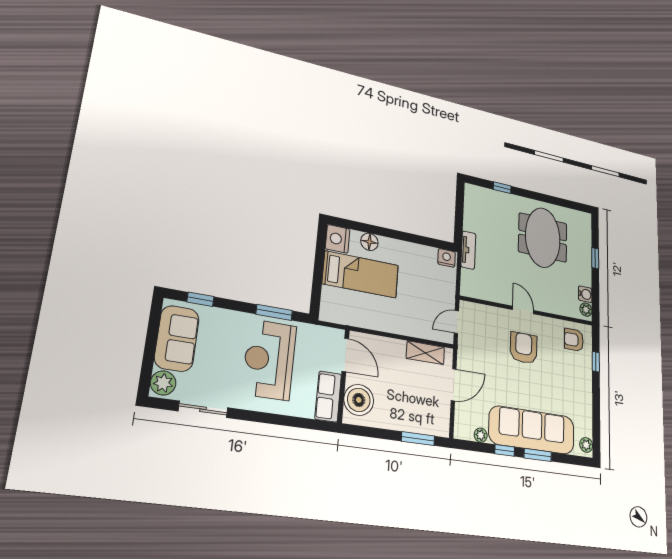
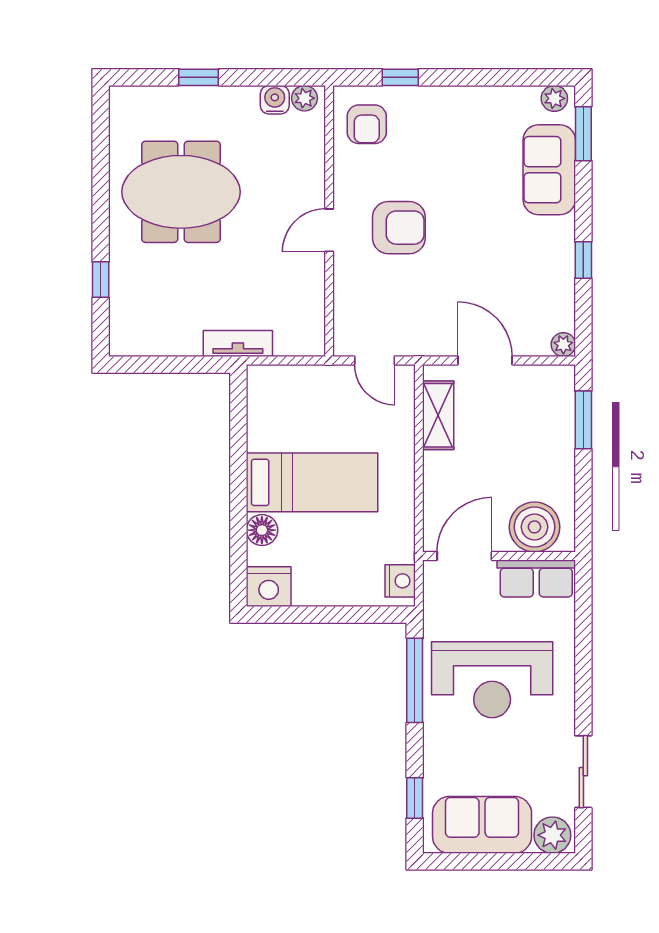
nightstand: (447, 258) -> (400, 581), moved, turned 180
bed: (361, 274) -> (312, 482), moved, turned 90
window: (274, 312) -> (415, 680), width x1.44
armchair: (524, 348) -> (399, 228), turned 180
sofa: (532, 430) -> (549, 170), width x0.54, depth x0.79
plant: (481, 435) -> (563, 345), moved
window: (538, 455) -> (583, 134), moved

